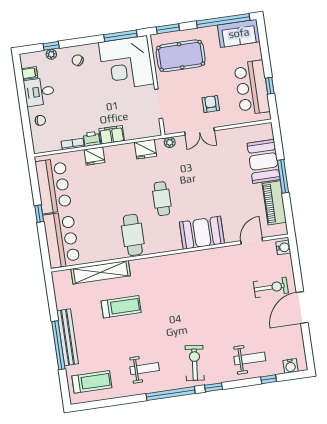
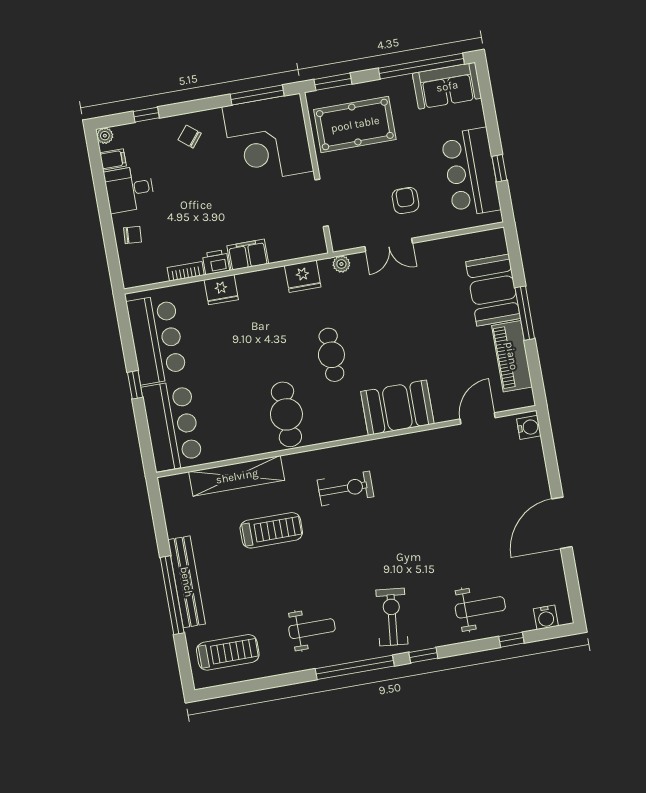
plant: (51, 54) -> (105, 136), moved
exercise bike: (271, 287) -> (346, 488), moved

